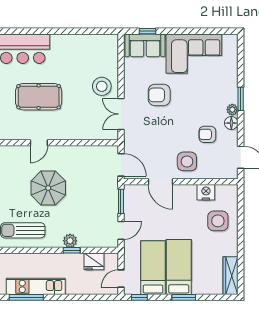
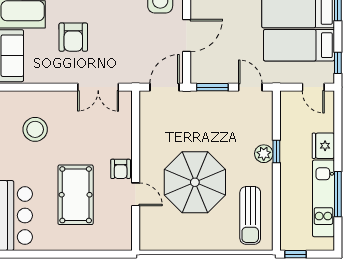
stool: (102, 86) -> (35, 129), moved
armchair: (58, 131) -> (121, 169), added
parasol: (48, 188) -> (195, 182), width x1.36, depth x1.36
fridge: (94, 261) -> (323, 146), moved, turned 180
window: (26, 297) -> (338, 194), moved

